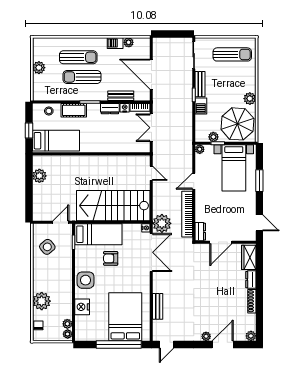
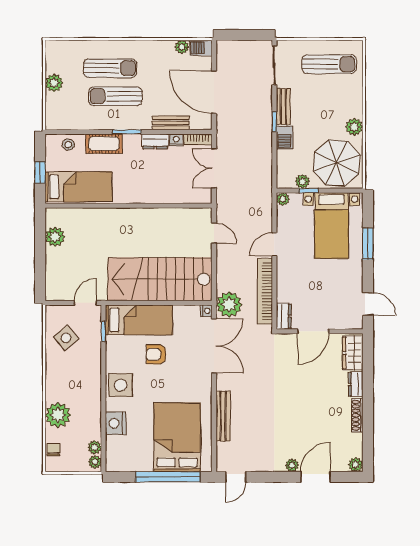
barbecue: (115, 43) -> (201, 48), moved
bench: (158, 306) -> (223, 416), width x1.36

